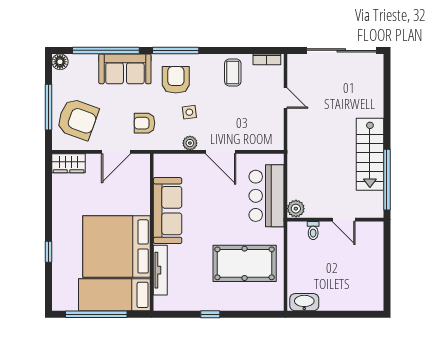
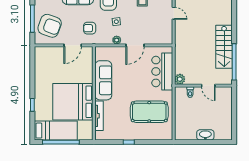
door: (221, 152) -> (135, 45), hinge flipped
wardrobe: (69, 163) -> (44, 52), removed
bed: (114, 295) -> (56, 131), moved, turned 180
washbasin: (304, 302) -> (205, 135), moved

